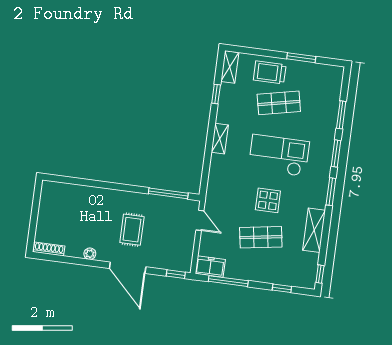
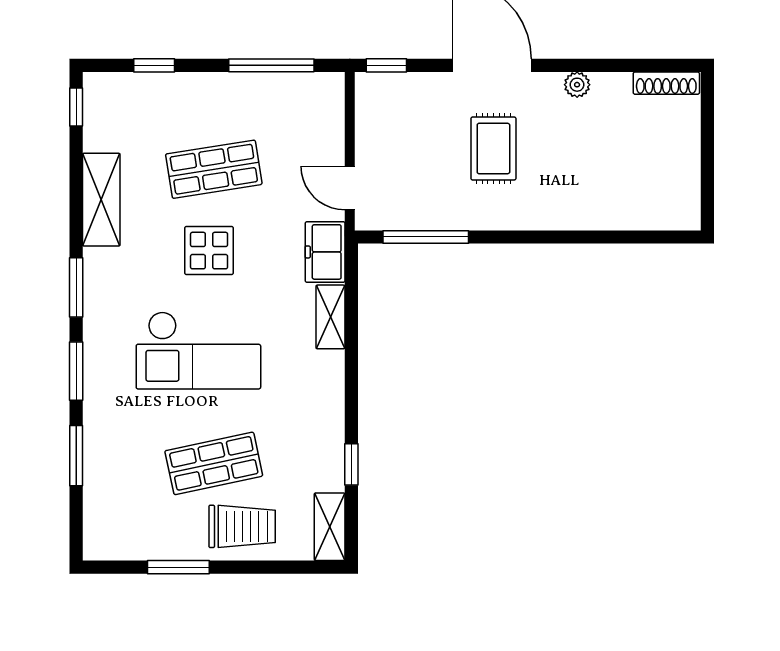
shelving: (220, 139) -> (330, 317), moved
freezer: (210, 267) -> (325, 252), moved, turned 90

